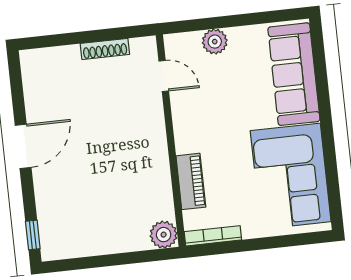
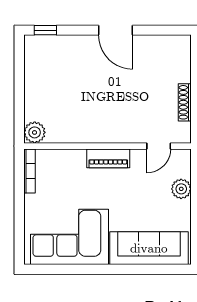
piano: (191, 181) -> (108, 158), moved

